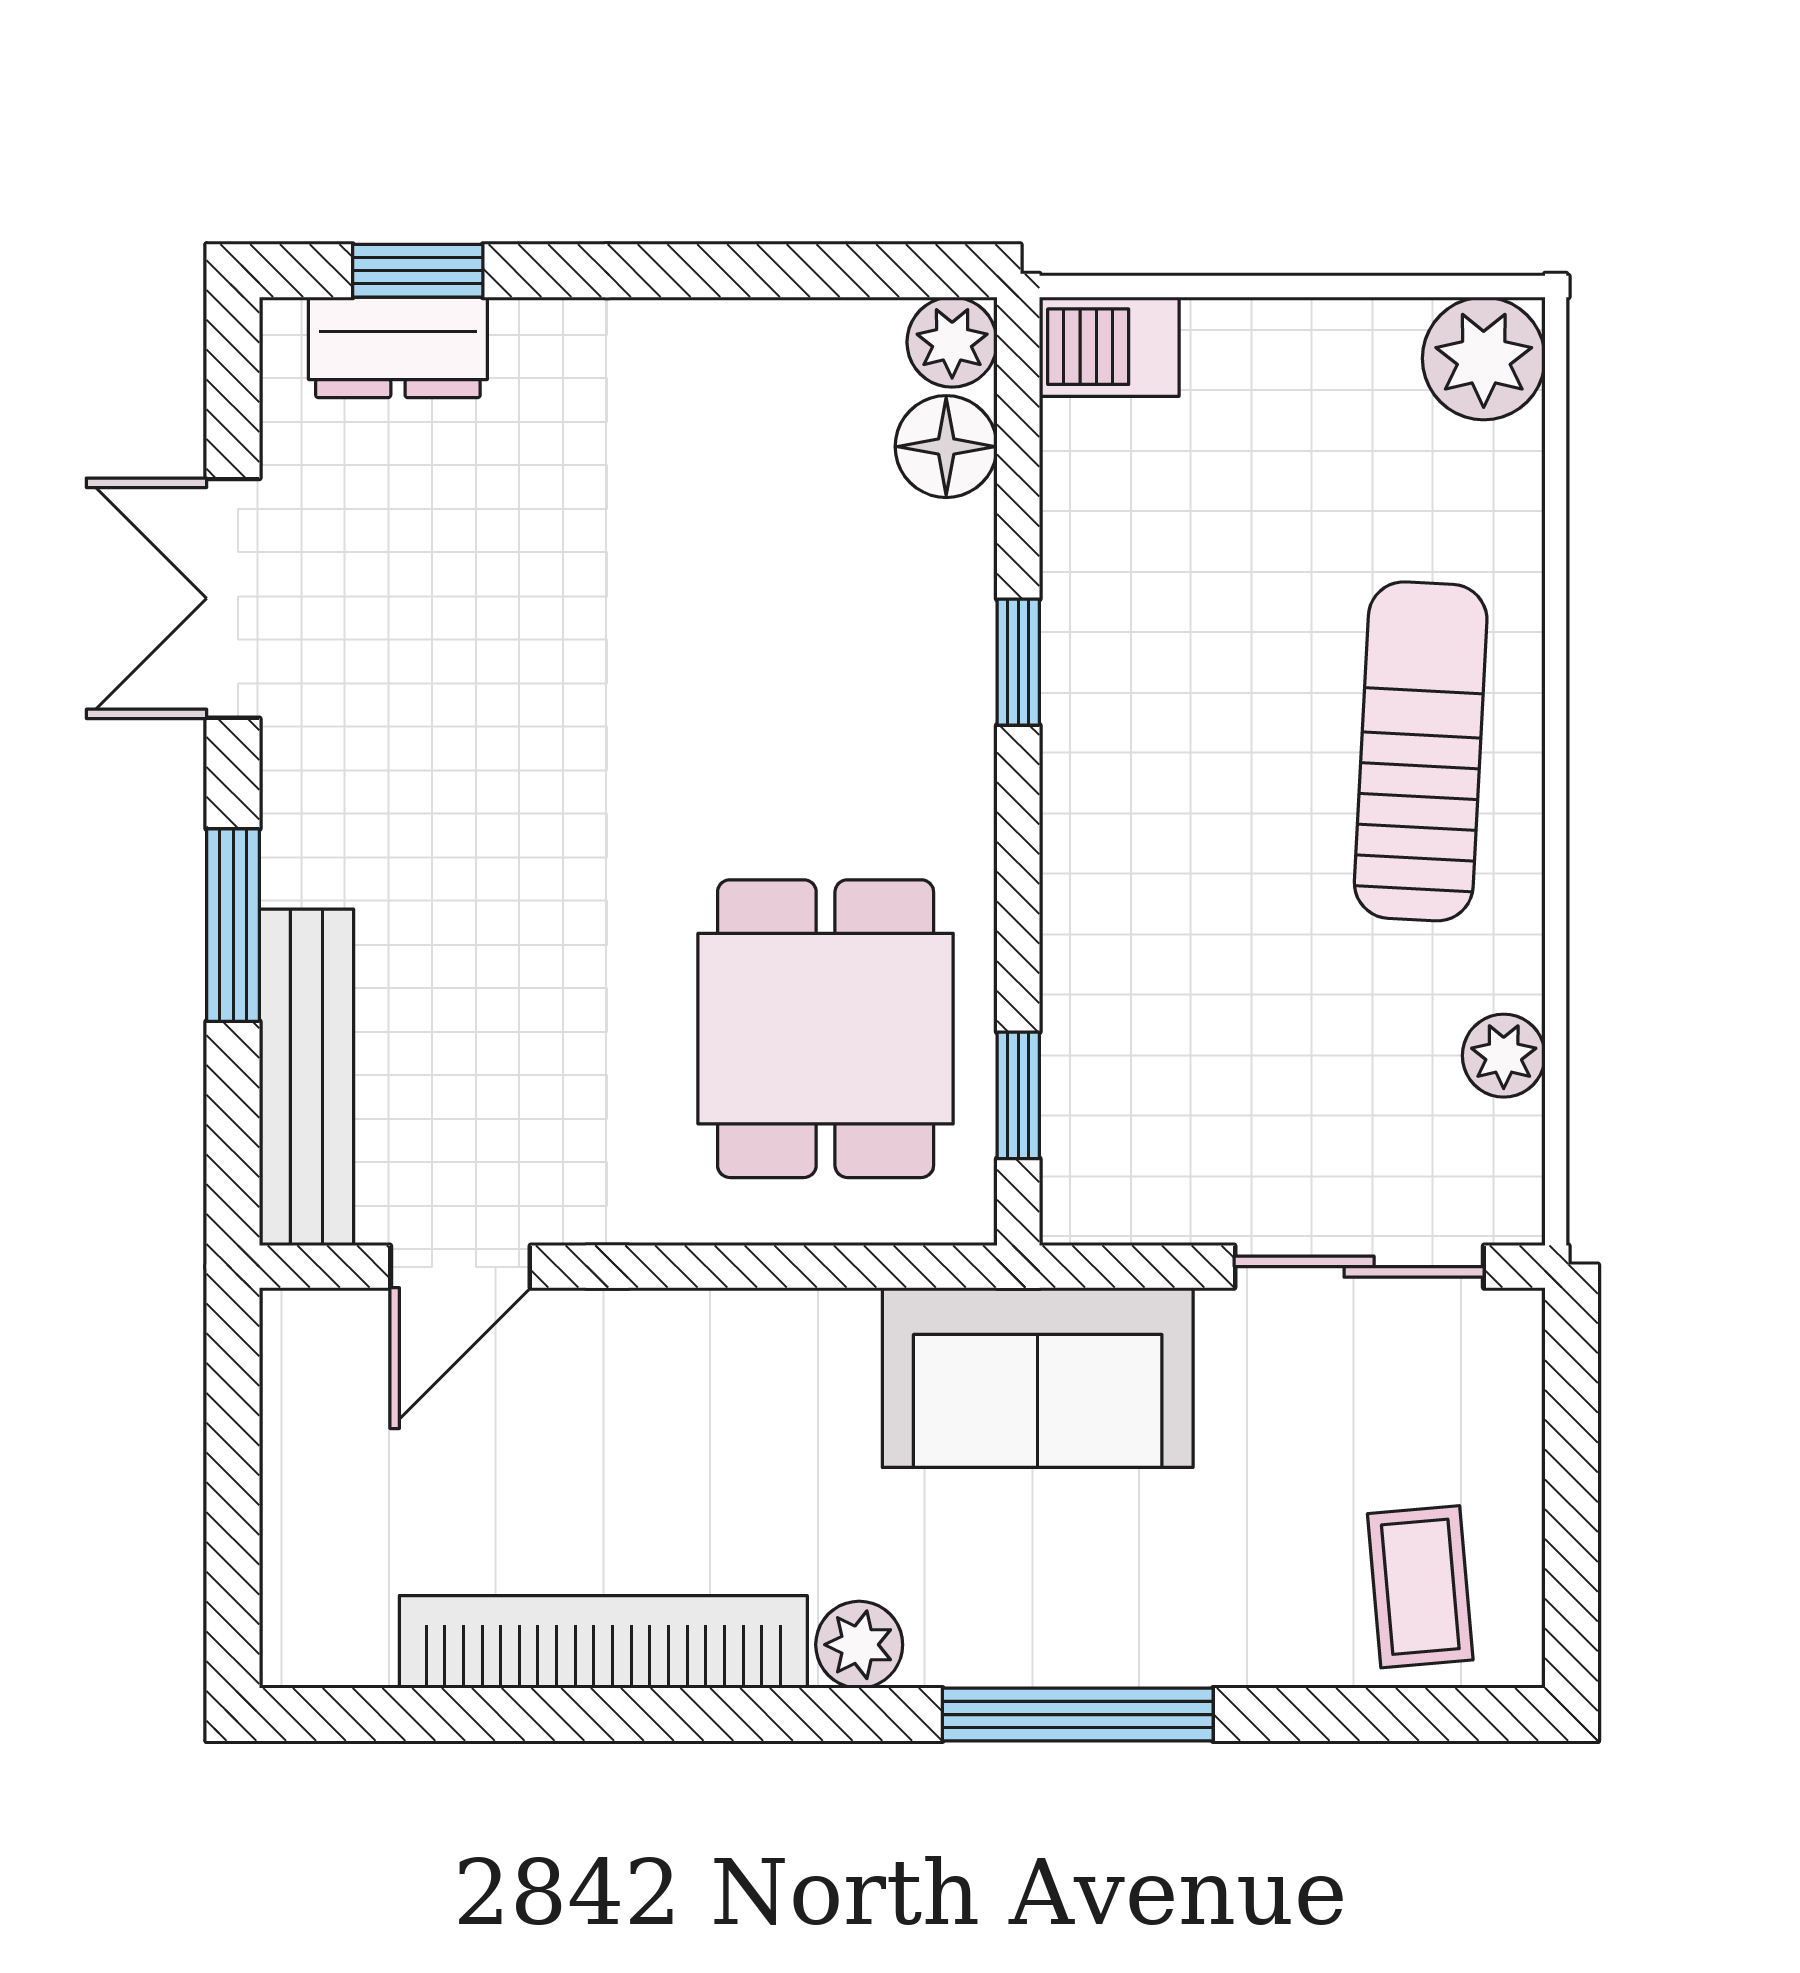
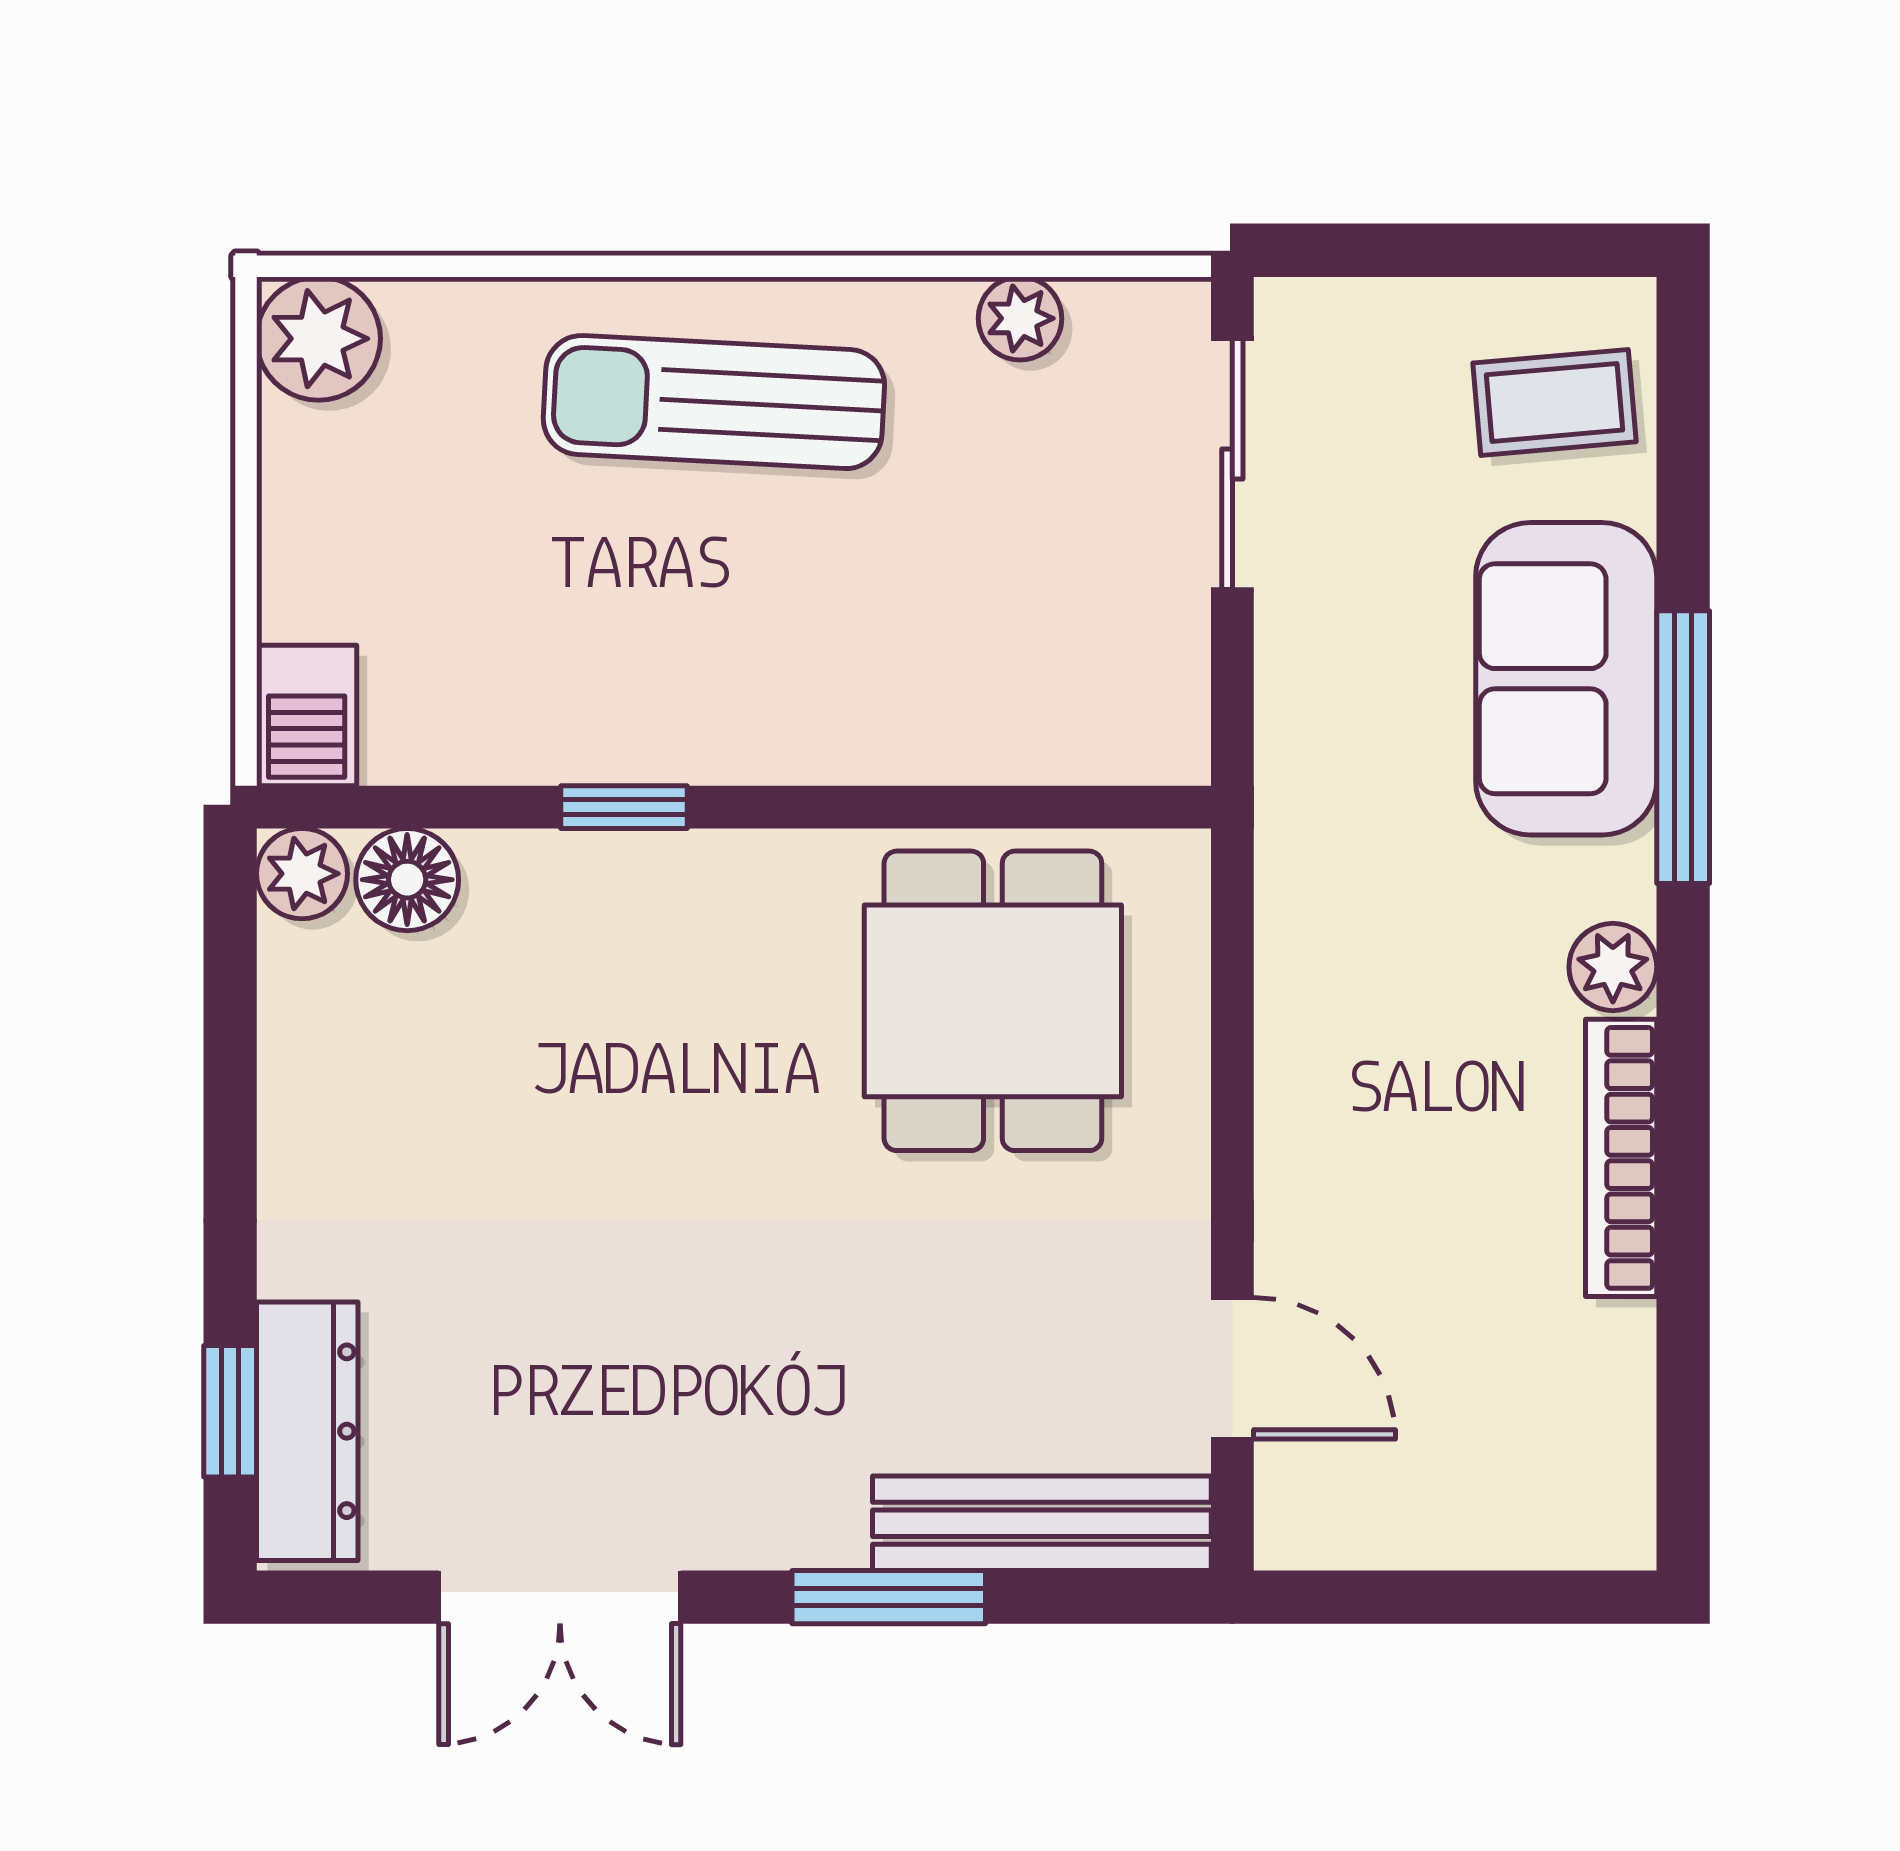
dresser: (398, 347) -> (307, 1431), width x1.44
dining table: (826, 1029) -> (993, 1001), turned 90
window: (1018, 1095) -> (1060, 807), removed
sofa: (1038, 1378) -> (1566, 679), moved, turned 180
bookcase: (603, 1642) -> (1621, 1158), width x0.68, depth x0.76

